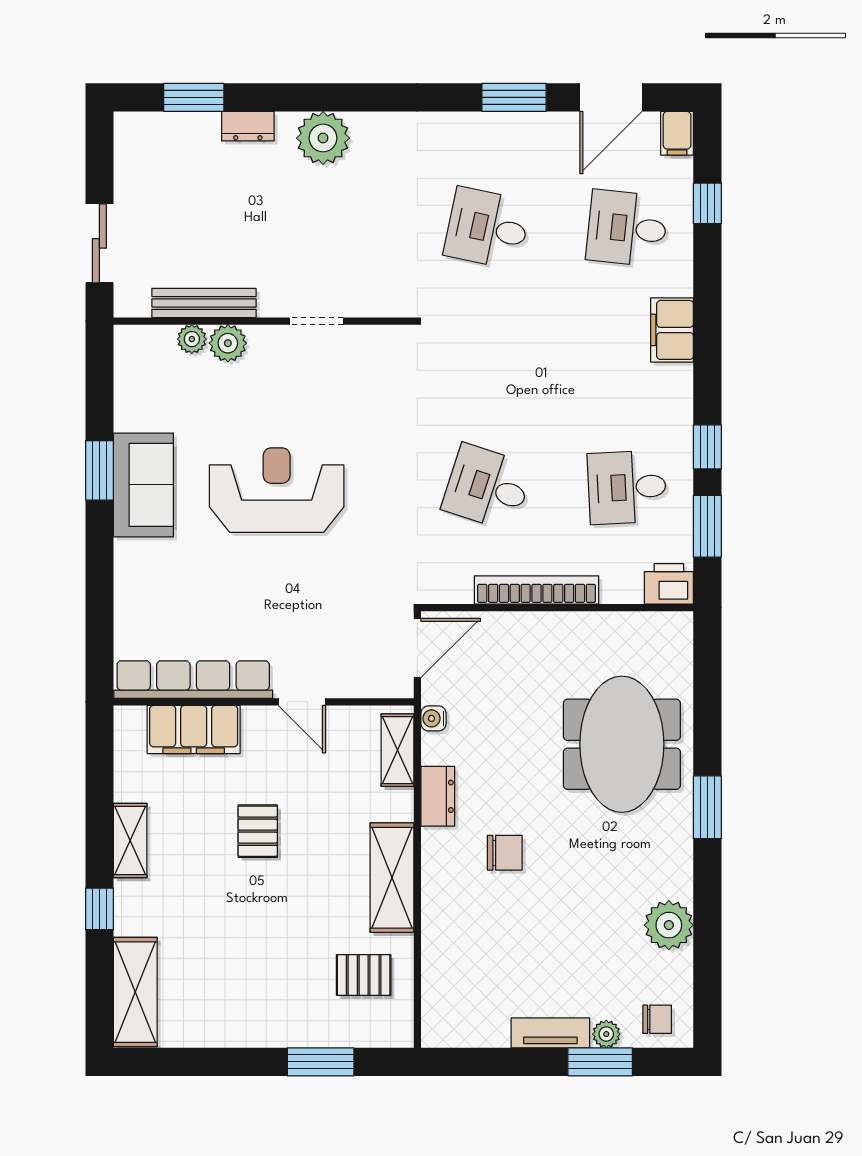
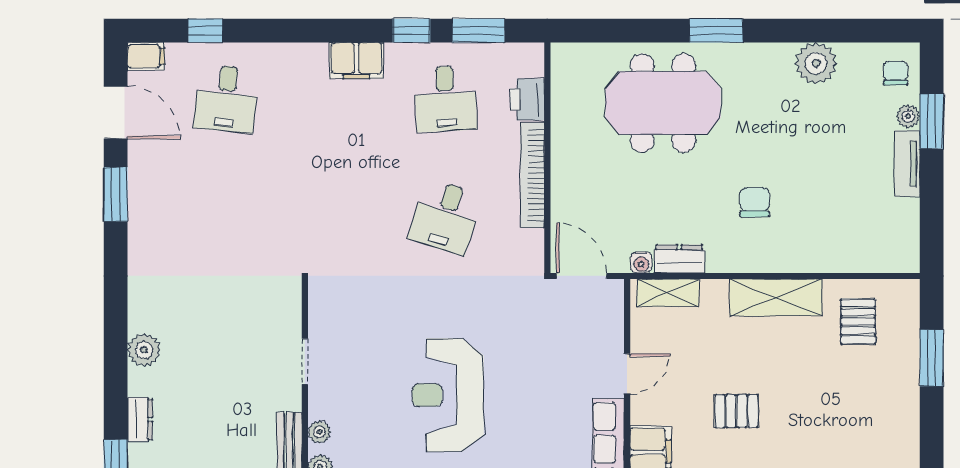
plant: (323, 138) -> (144, 350), width x0.73, depth x0.73
desk: (487, 228) -> (226, 217), removed
filing cabinet: (672, 330) -> (356, 61), moved
plant: (228, 343) -> (319, 432), width x0.73, depth x0.73
printer: (669, 584) -> (527, 99), moved
dresser: (438, 796) -> (679, 259), moved

